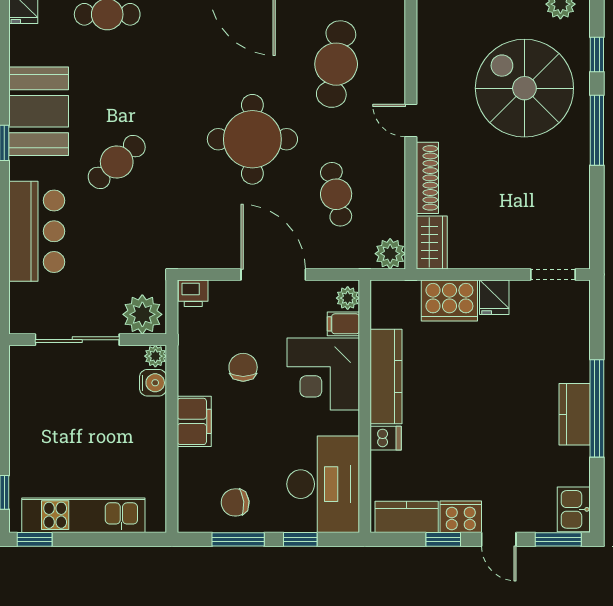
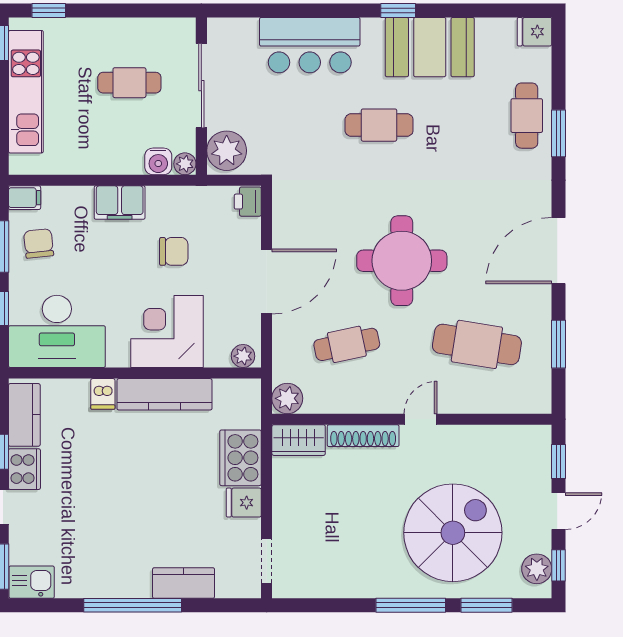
window: (597, 54) -> (487, 605), width x1.50
cafe table: (117, 162) -> (379, 125), turned -48
filing cabinet: (343, 324) -> (25, 198), moved, turned 90
cafe table: (74, 412) -> (129, 83), added
kitchen counter: (575, 414) -> (184, 583), moved

